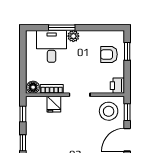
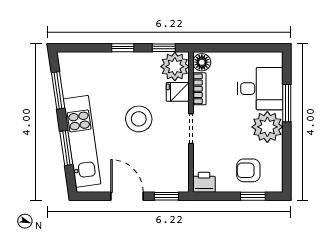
plant: (73, 36) -> (267, 127), width x1.88, depth x1.88
armchair: (109, 54) -> (248, 170), turned -90
plant: (36, 106) -> (175, 67), added
stool: (109, 111) -> (139, 119), moved

